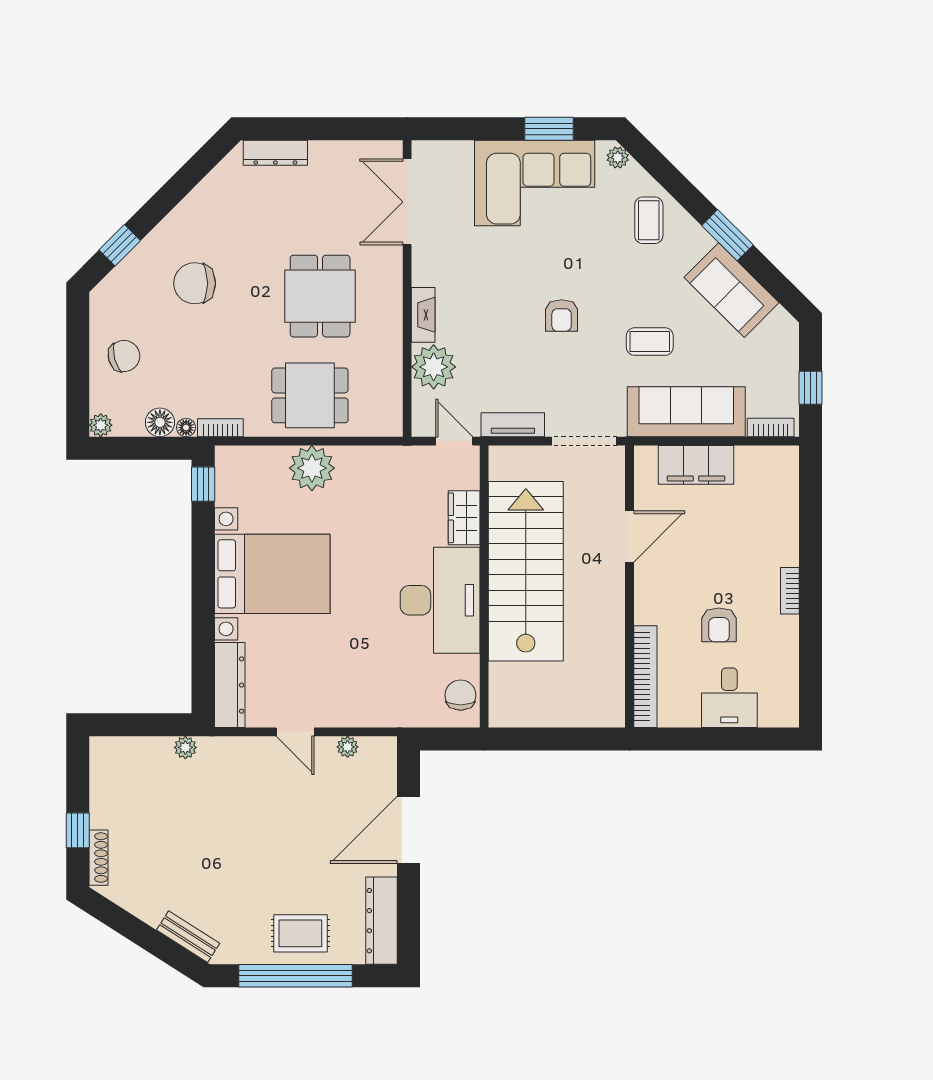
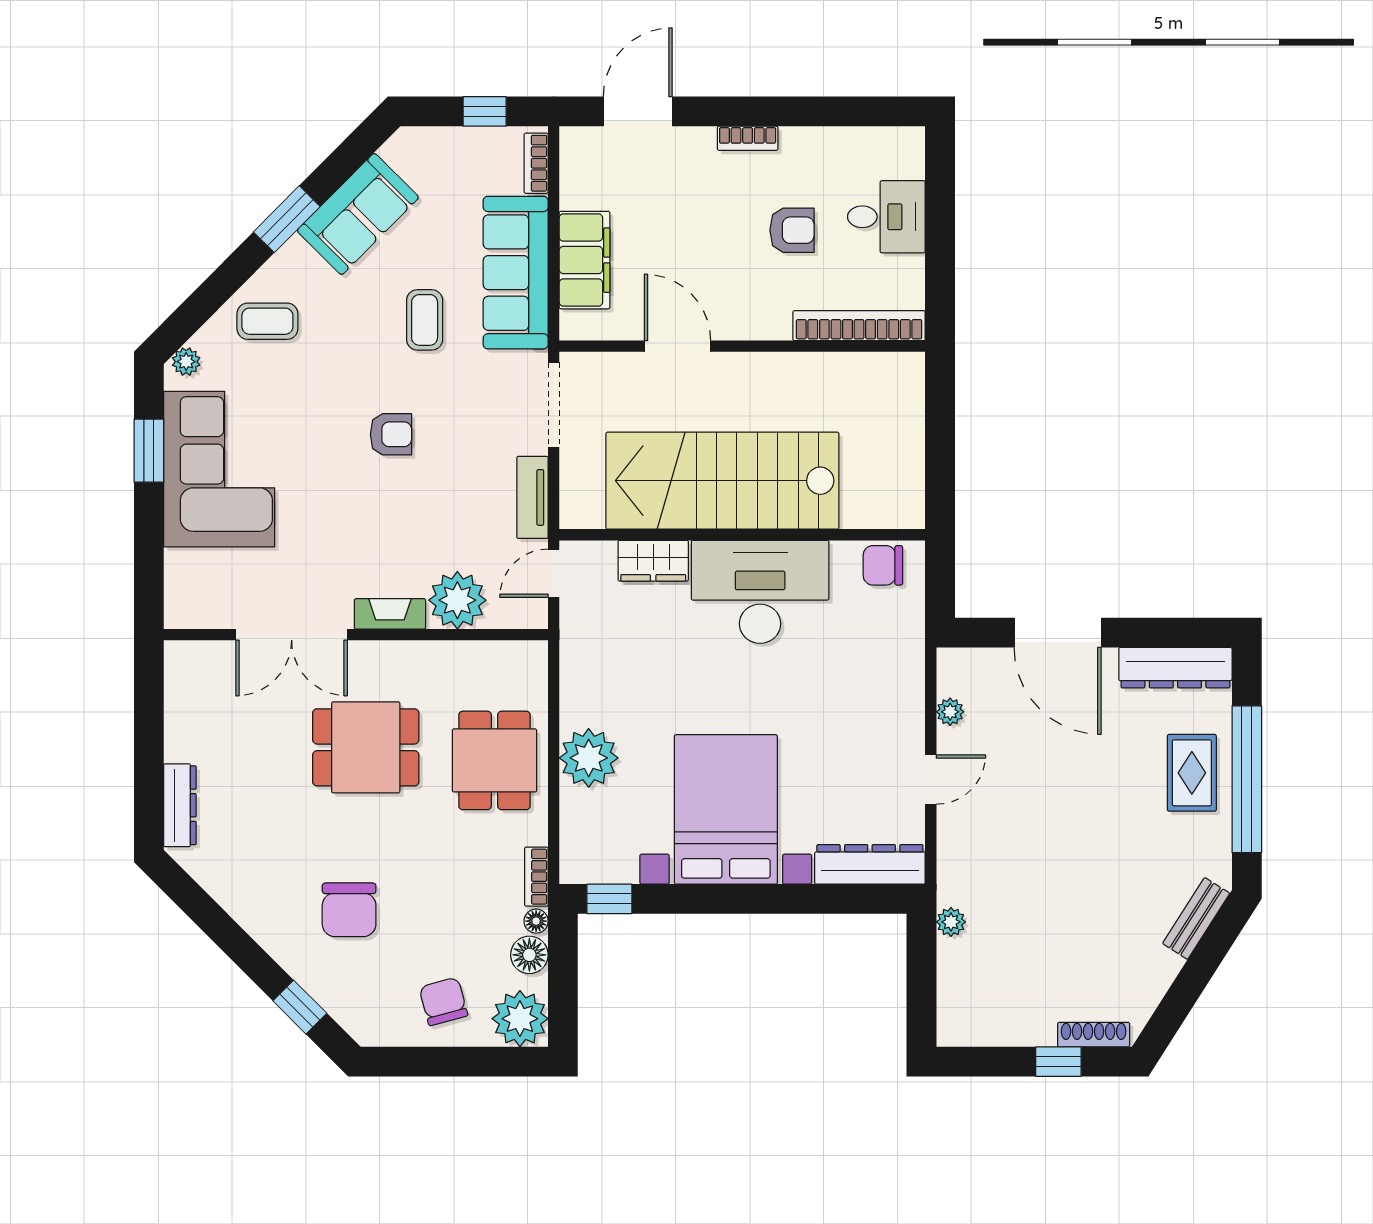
double door: (407, 202) -> (292, 635), moved
plant: (101, 425) -> (520, 1019), width x1.88, depth x1.88
door: (811, 506) -> (638, 111), added

